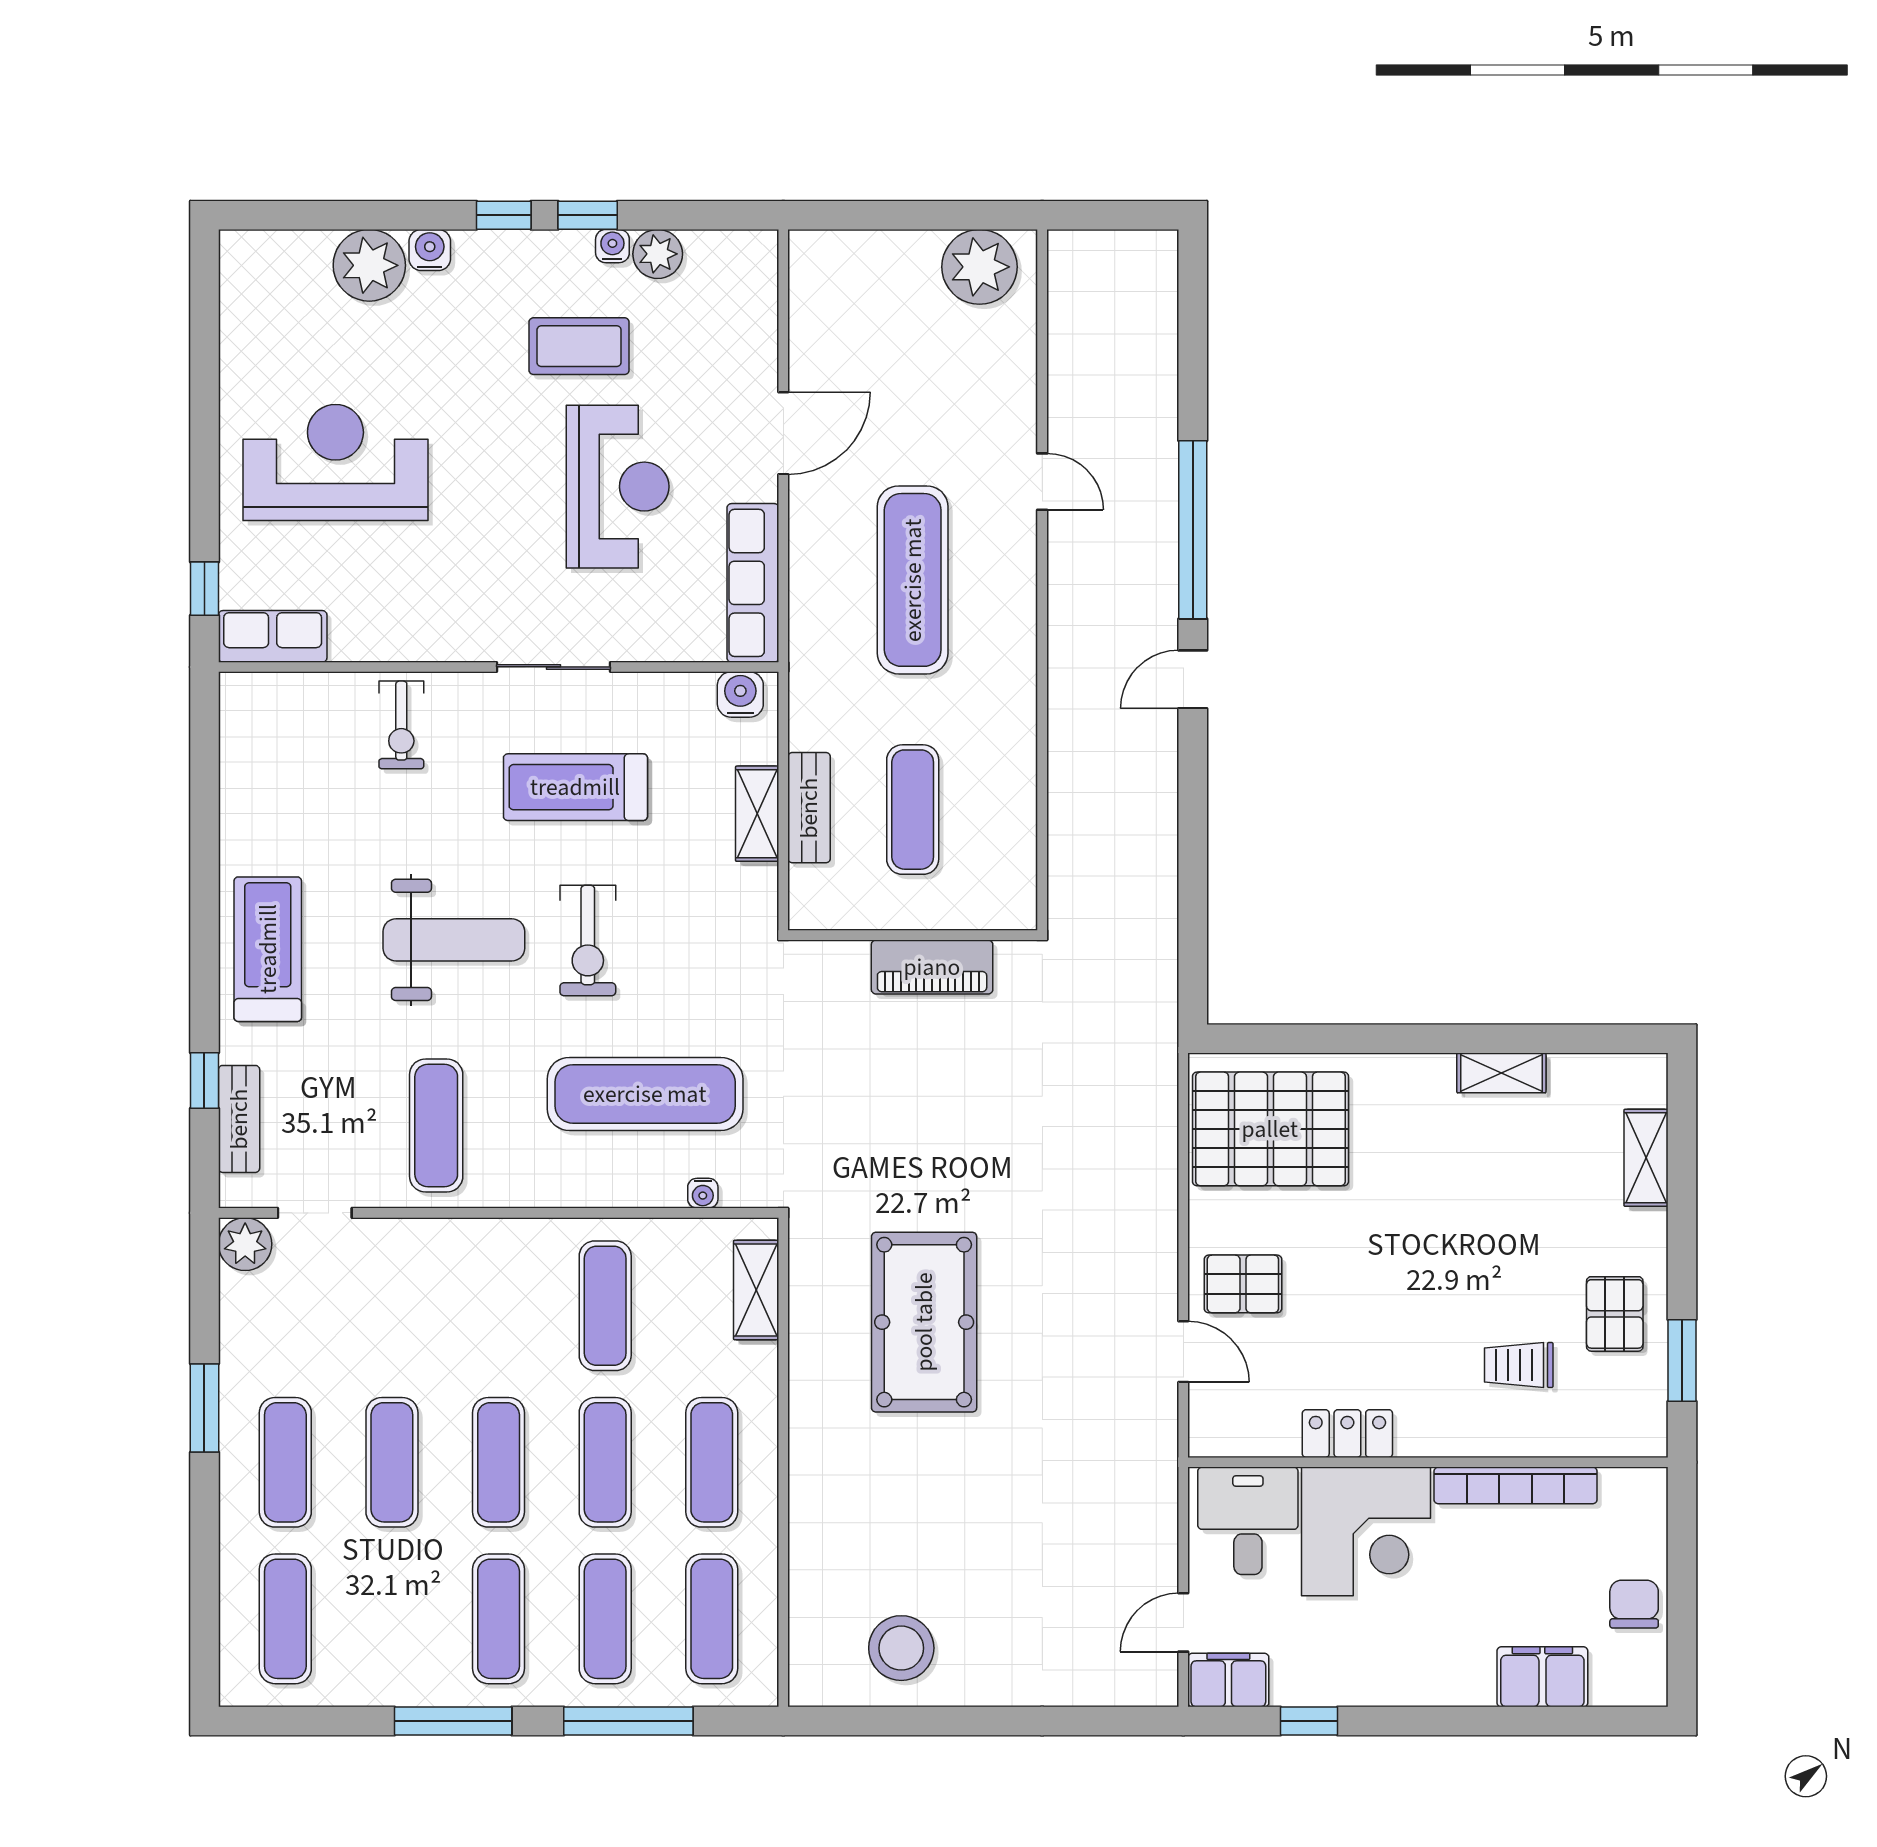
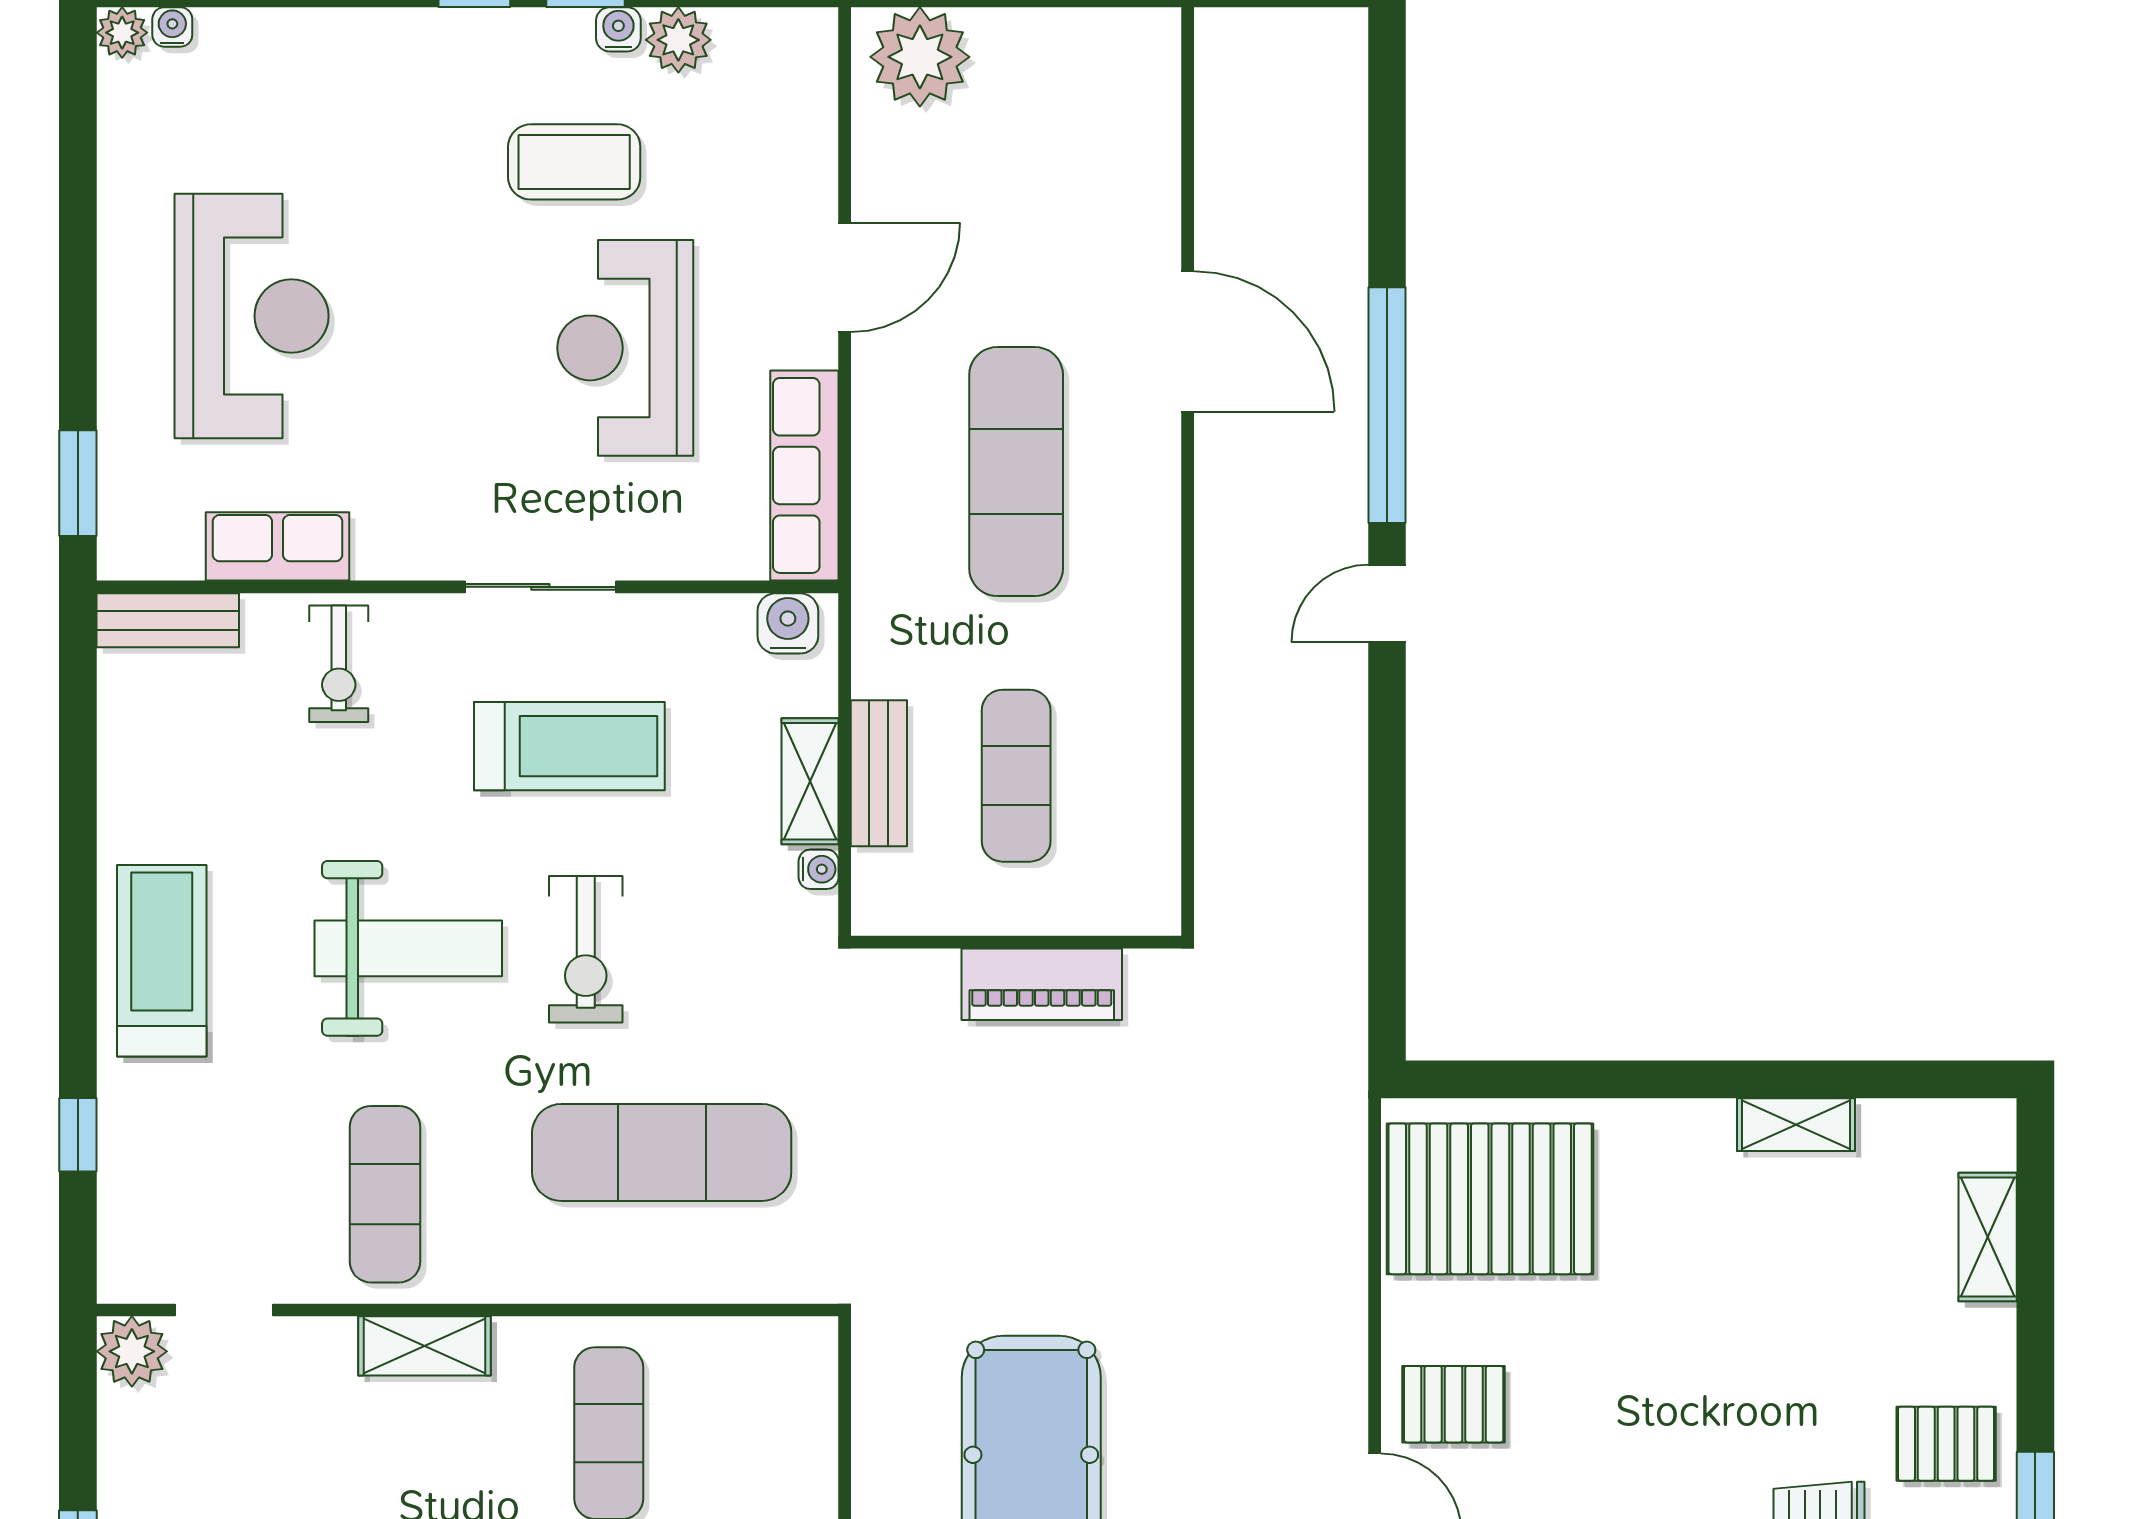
water cooler: (430, 250) -> (172, 27), moved, width x0.72, depth x0.72
plant: (369, 265) -> (122, 33), moved, width x0.53, depth x0.53
plant: (979, 267) -> (920, 57), moved
reception desk: (335, 462) -> (252, 316), turned 90
door: (1042, 482) -> (1188, 341), width x1.88
reception desk: (618, 487) -> (625, 348), turned 180
window: (204, 589) -> (78, 483), width x1.50
row of seats: (273, 636) -> (278, 546), moved
treadmill: (575, 787) -> (569, 746), turned 180
bench: (239, 1119) -> (168, 620), moved, turned 90
water cooler: (703, 1193) -> (819, 869), moved, turned -90
shelving: (756, 1290) -> (425, 1346), moved, turned 90
pallet: (1615, 1314) -> (1946, 1444), turned 90

